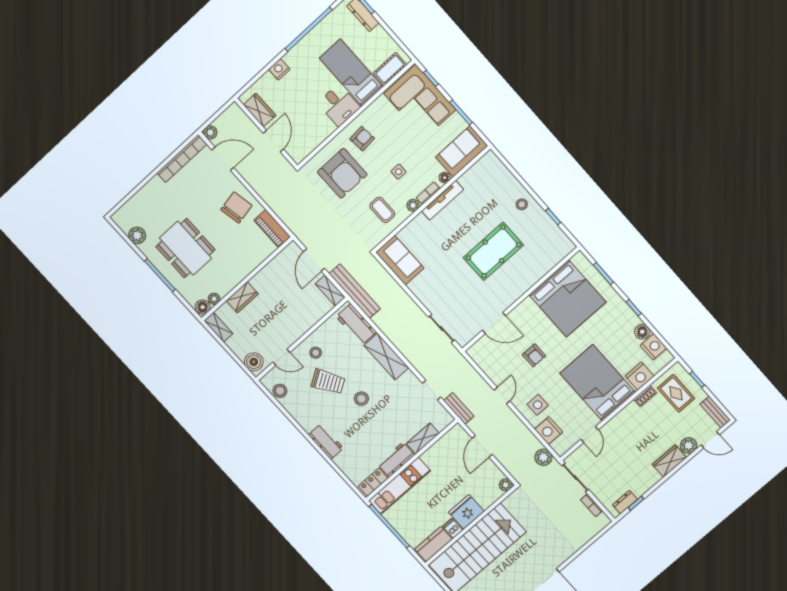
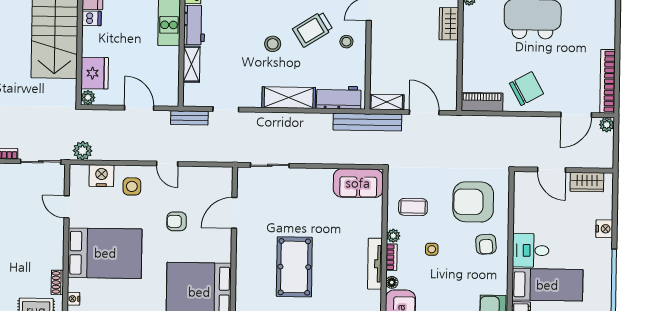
chair: (236, 208) -> (526, 89), turned -108
nightstand: (640, 376) -> (73, 299), width x0.53, depth x0.56
fridge: (466, 512) -> (95, 73), moved

